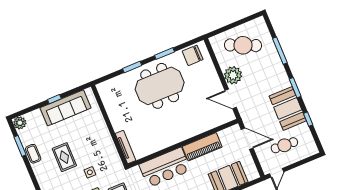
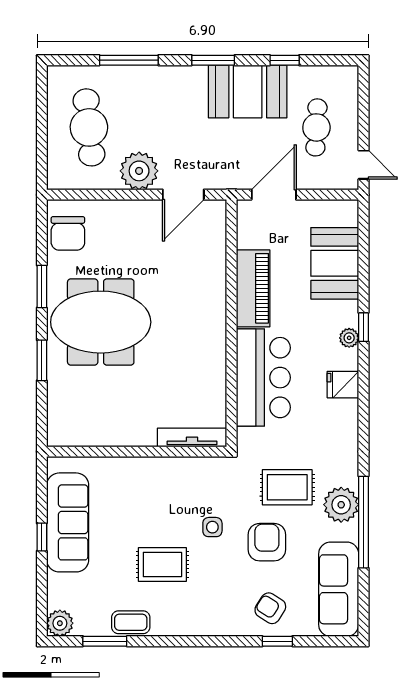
cafe table: (243, 45) -> (89, 127), turned -30
meeting table: (160, 86) -> (101, 322), turned 90

